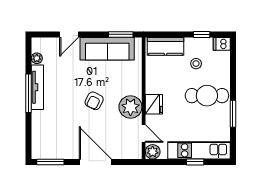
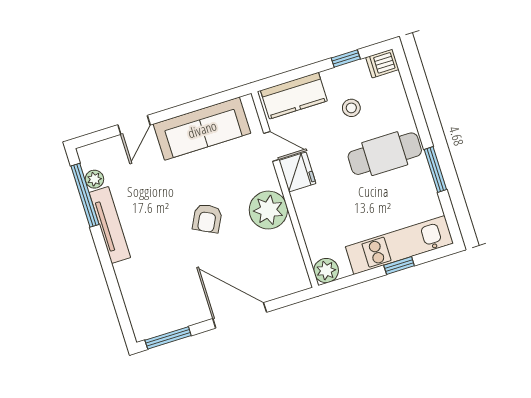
window: (121, 34) -> (216, 99), removed
window: (29, 93) -> (85, 195), moved
fridge: (154, 104) -> (297, 172), moved
door: (144, 134) -> (271, 146), moved

